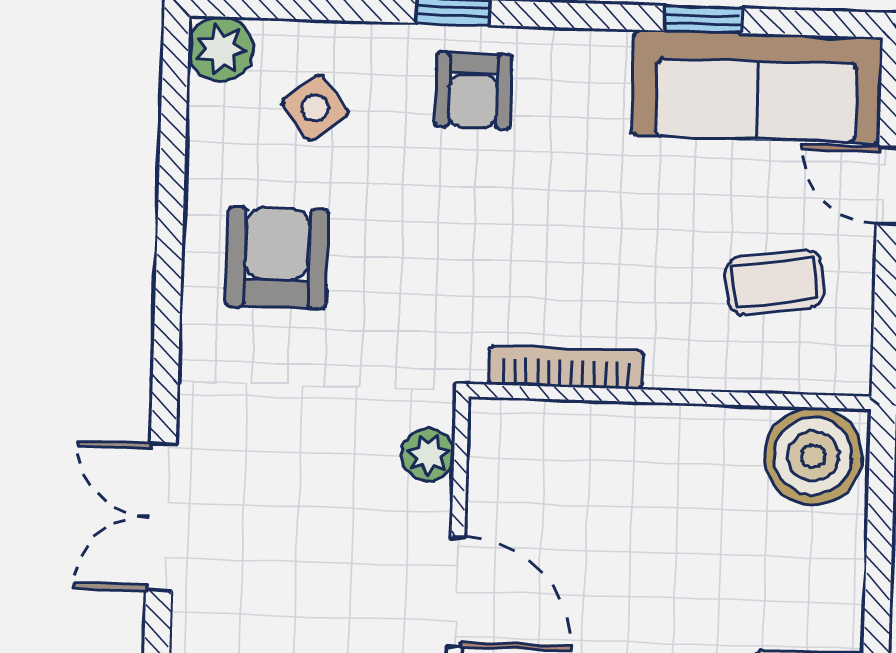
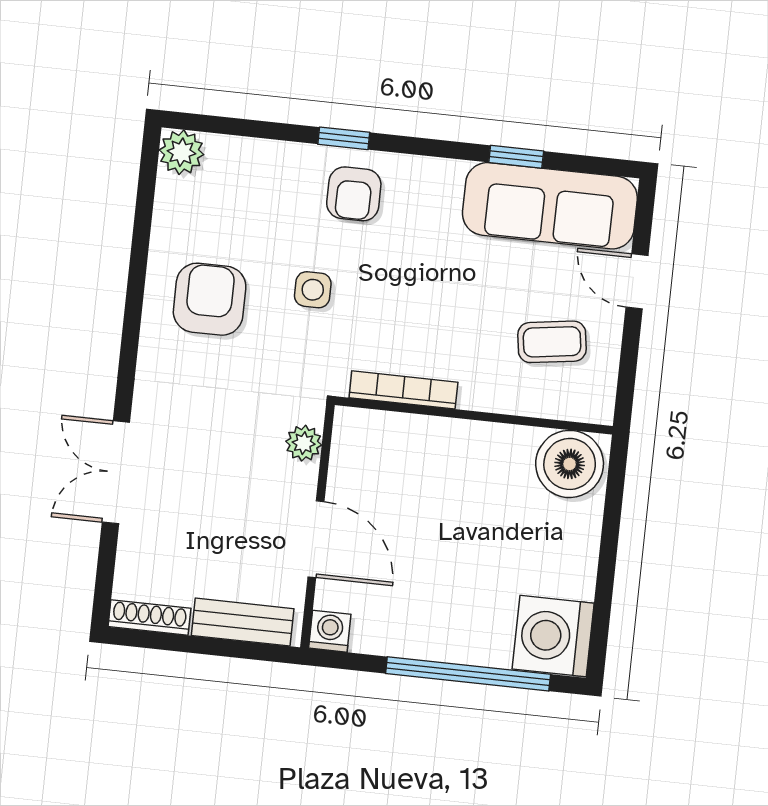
side table: (315, 108) -> (313, 290), moved, turned 38

